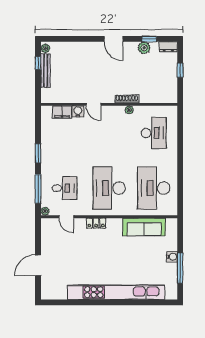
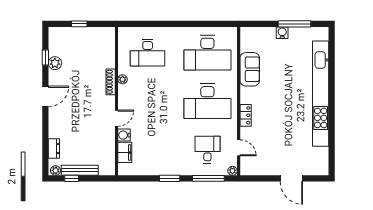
dresser: (168, 47) -> (54, 148), moved
desk: (154, 133) -> (148, 53), turned 180
door: (66, 217) -> (239, 148), hinge flipped
sofa: (144, 227) -> (250, 69), width x0.73

